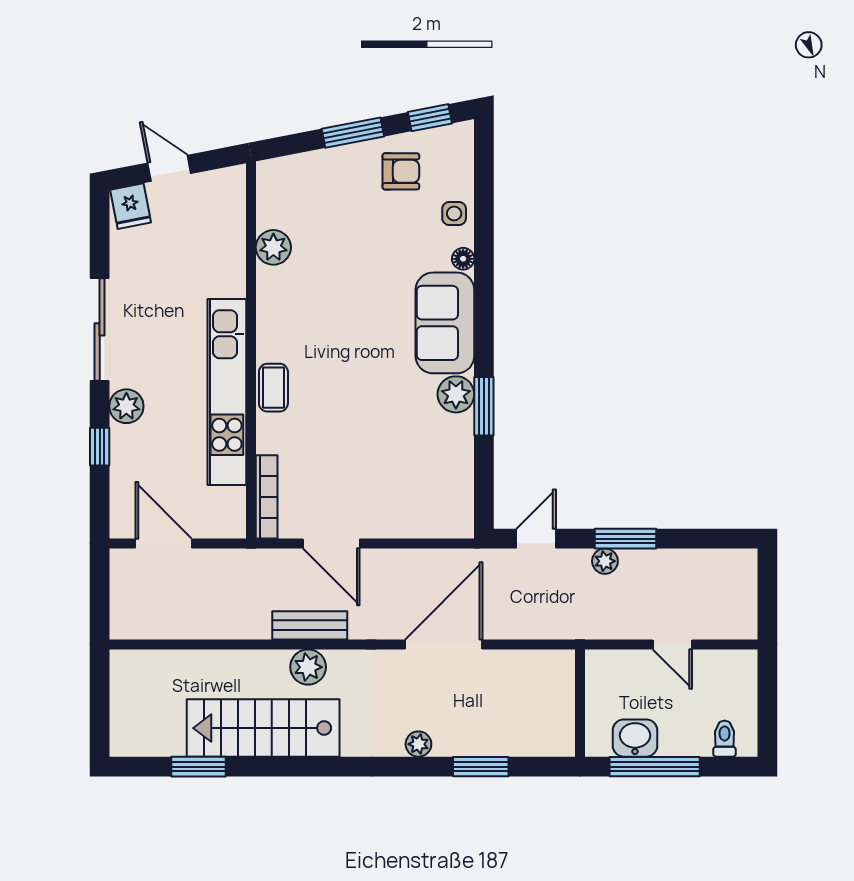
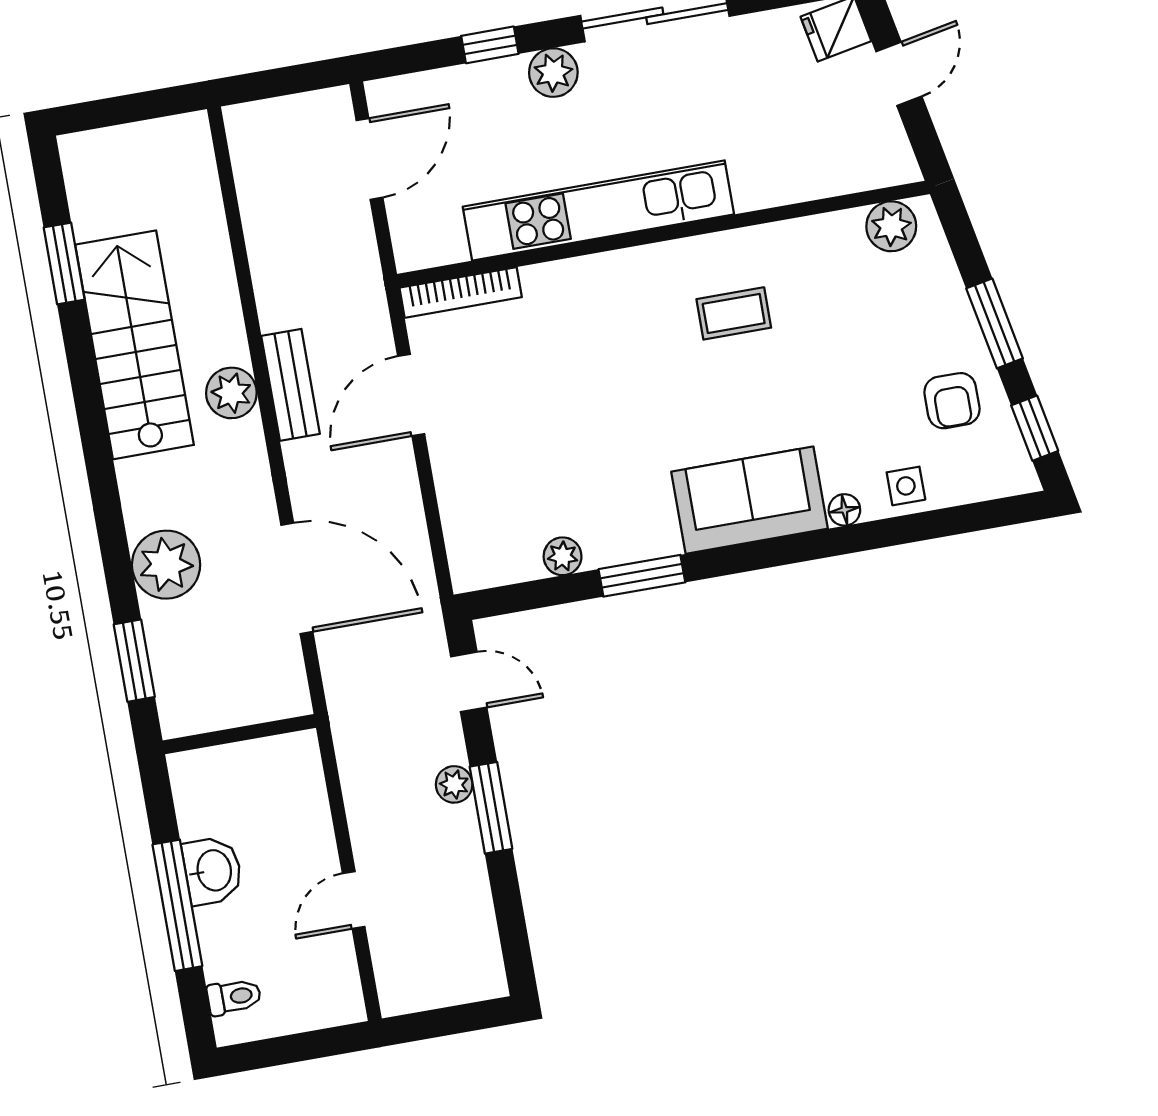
plant: (273, 247) -> (891, 226), moved
coffee table: (273, 388) -> (734, 313), moved
plant: (456, 394) -> (563, 556), moved, width x0.73, depth x0.73
wall: (580, 703) -> (239, 734), moved
plant: (418, 744) -> (166, 565), width x1.87, depth x1.87

